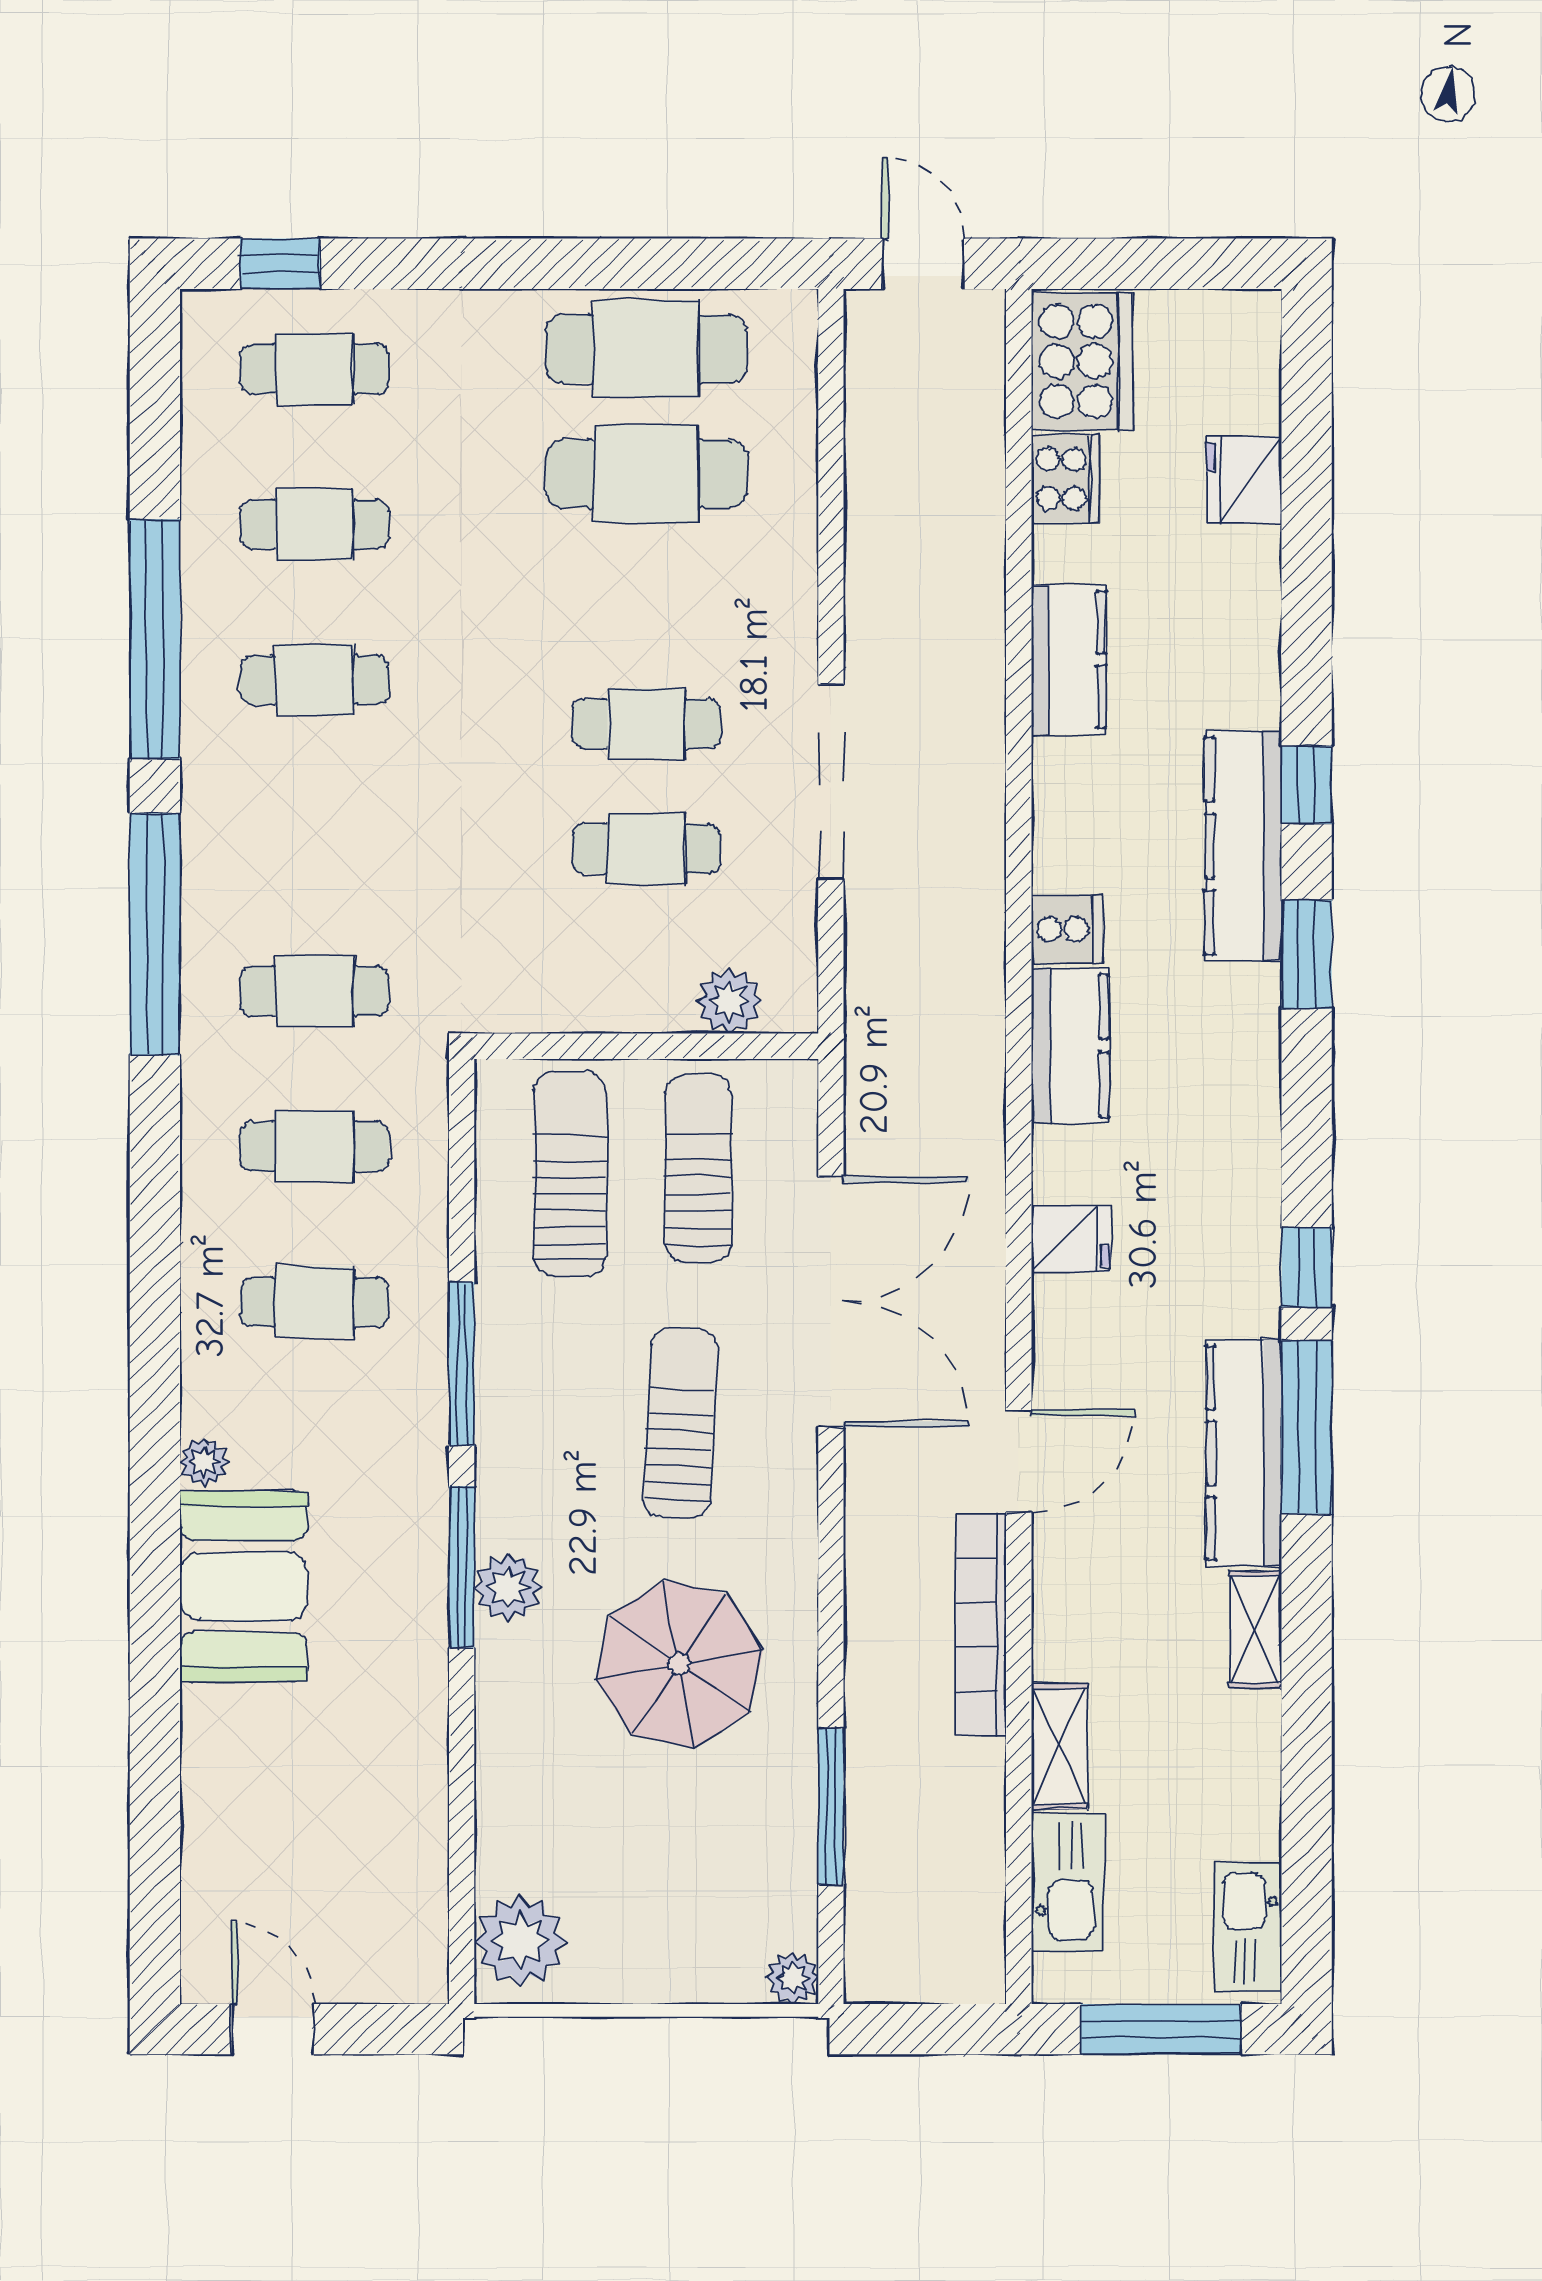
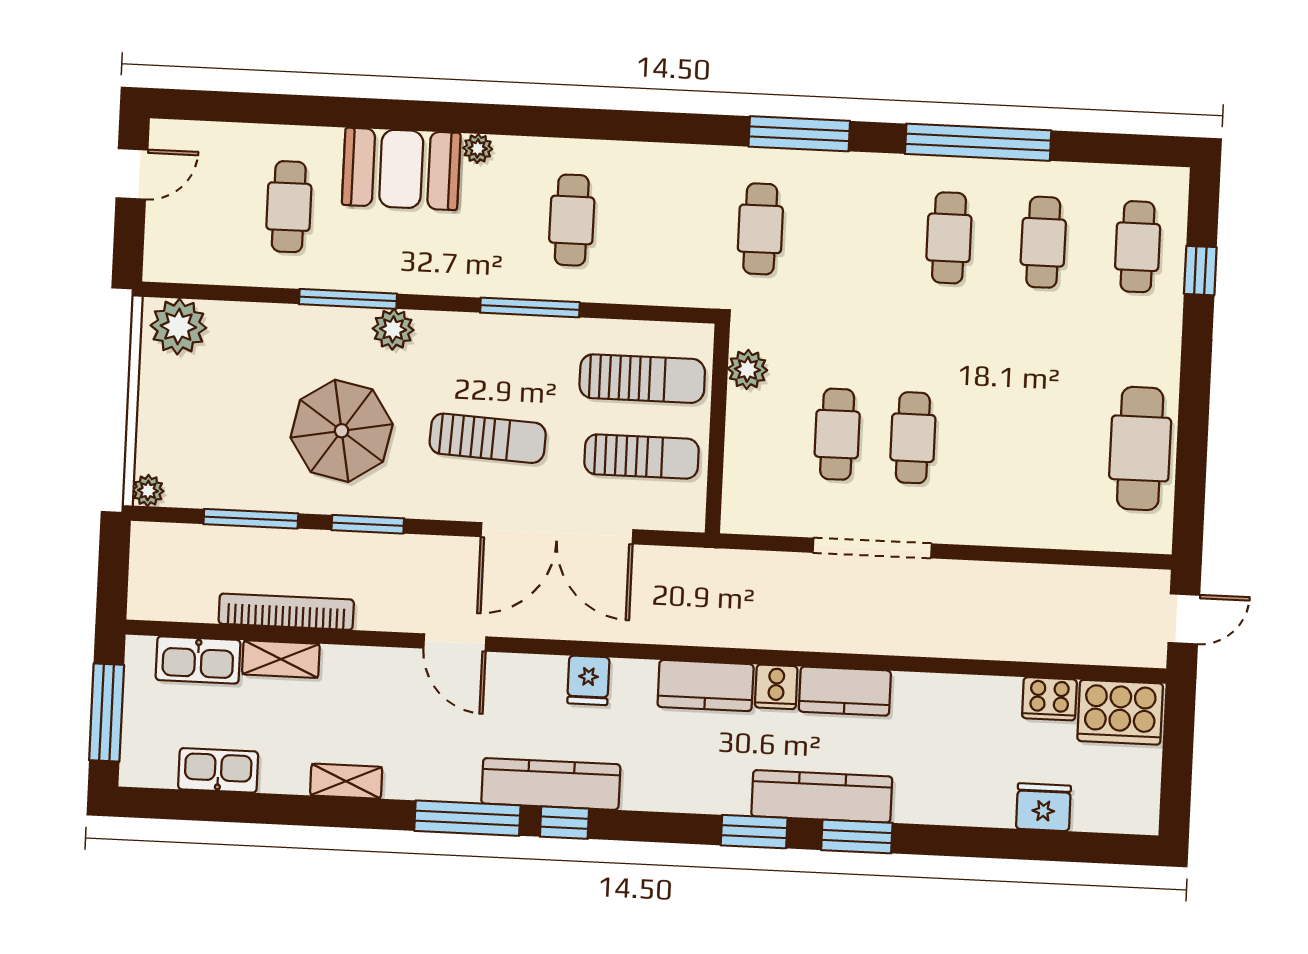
window: (280, 264) -> (1200, 271), moved
cafe table: (646, 474) -> (1064, 445), removed
kitchen counter: (1069, 660) -> (845, 691), moved
window: (1307, 785) -> (857, 836), width x1.50
window: (155, 934) -> (799, 134), width x0.68
plant: (729, 1001) -> (748, 369), moved
cafe table: (315, 1146) -> (289, 207), moved
kitchen counter: (1244, 1453) -> (551, 784), moved
window: (462, 1567) -> (348, 299), moved
window: (831, 1614) -> (368, 524), added
bookcase: (981, 1625) -> (286, 612), moved
kitchen sink: (1248, 1927) -> (218, 770), moved

